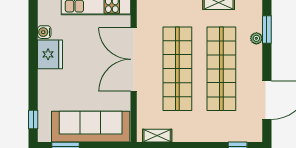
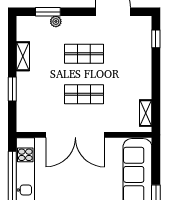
shop shelf: (177, 69) -> (84, 94), width x0.50, depth x0.74
shop shelf: (221, 69) -> (84, 54), width x0.50, depth x0.74

